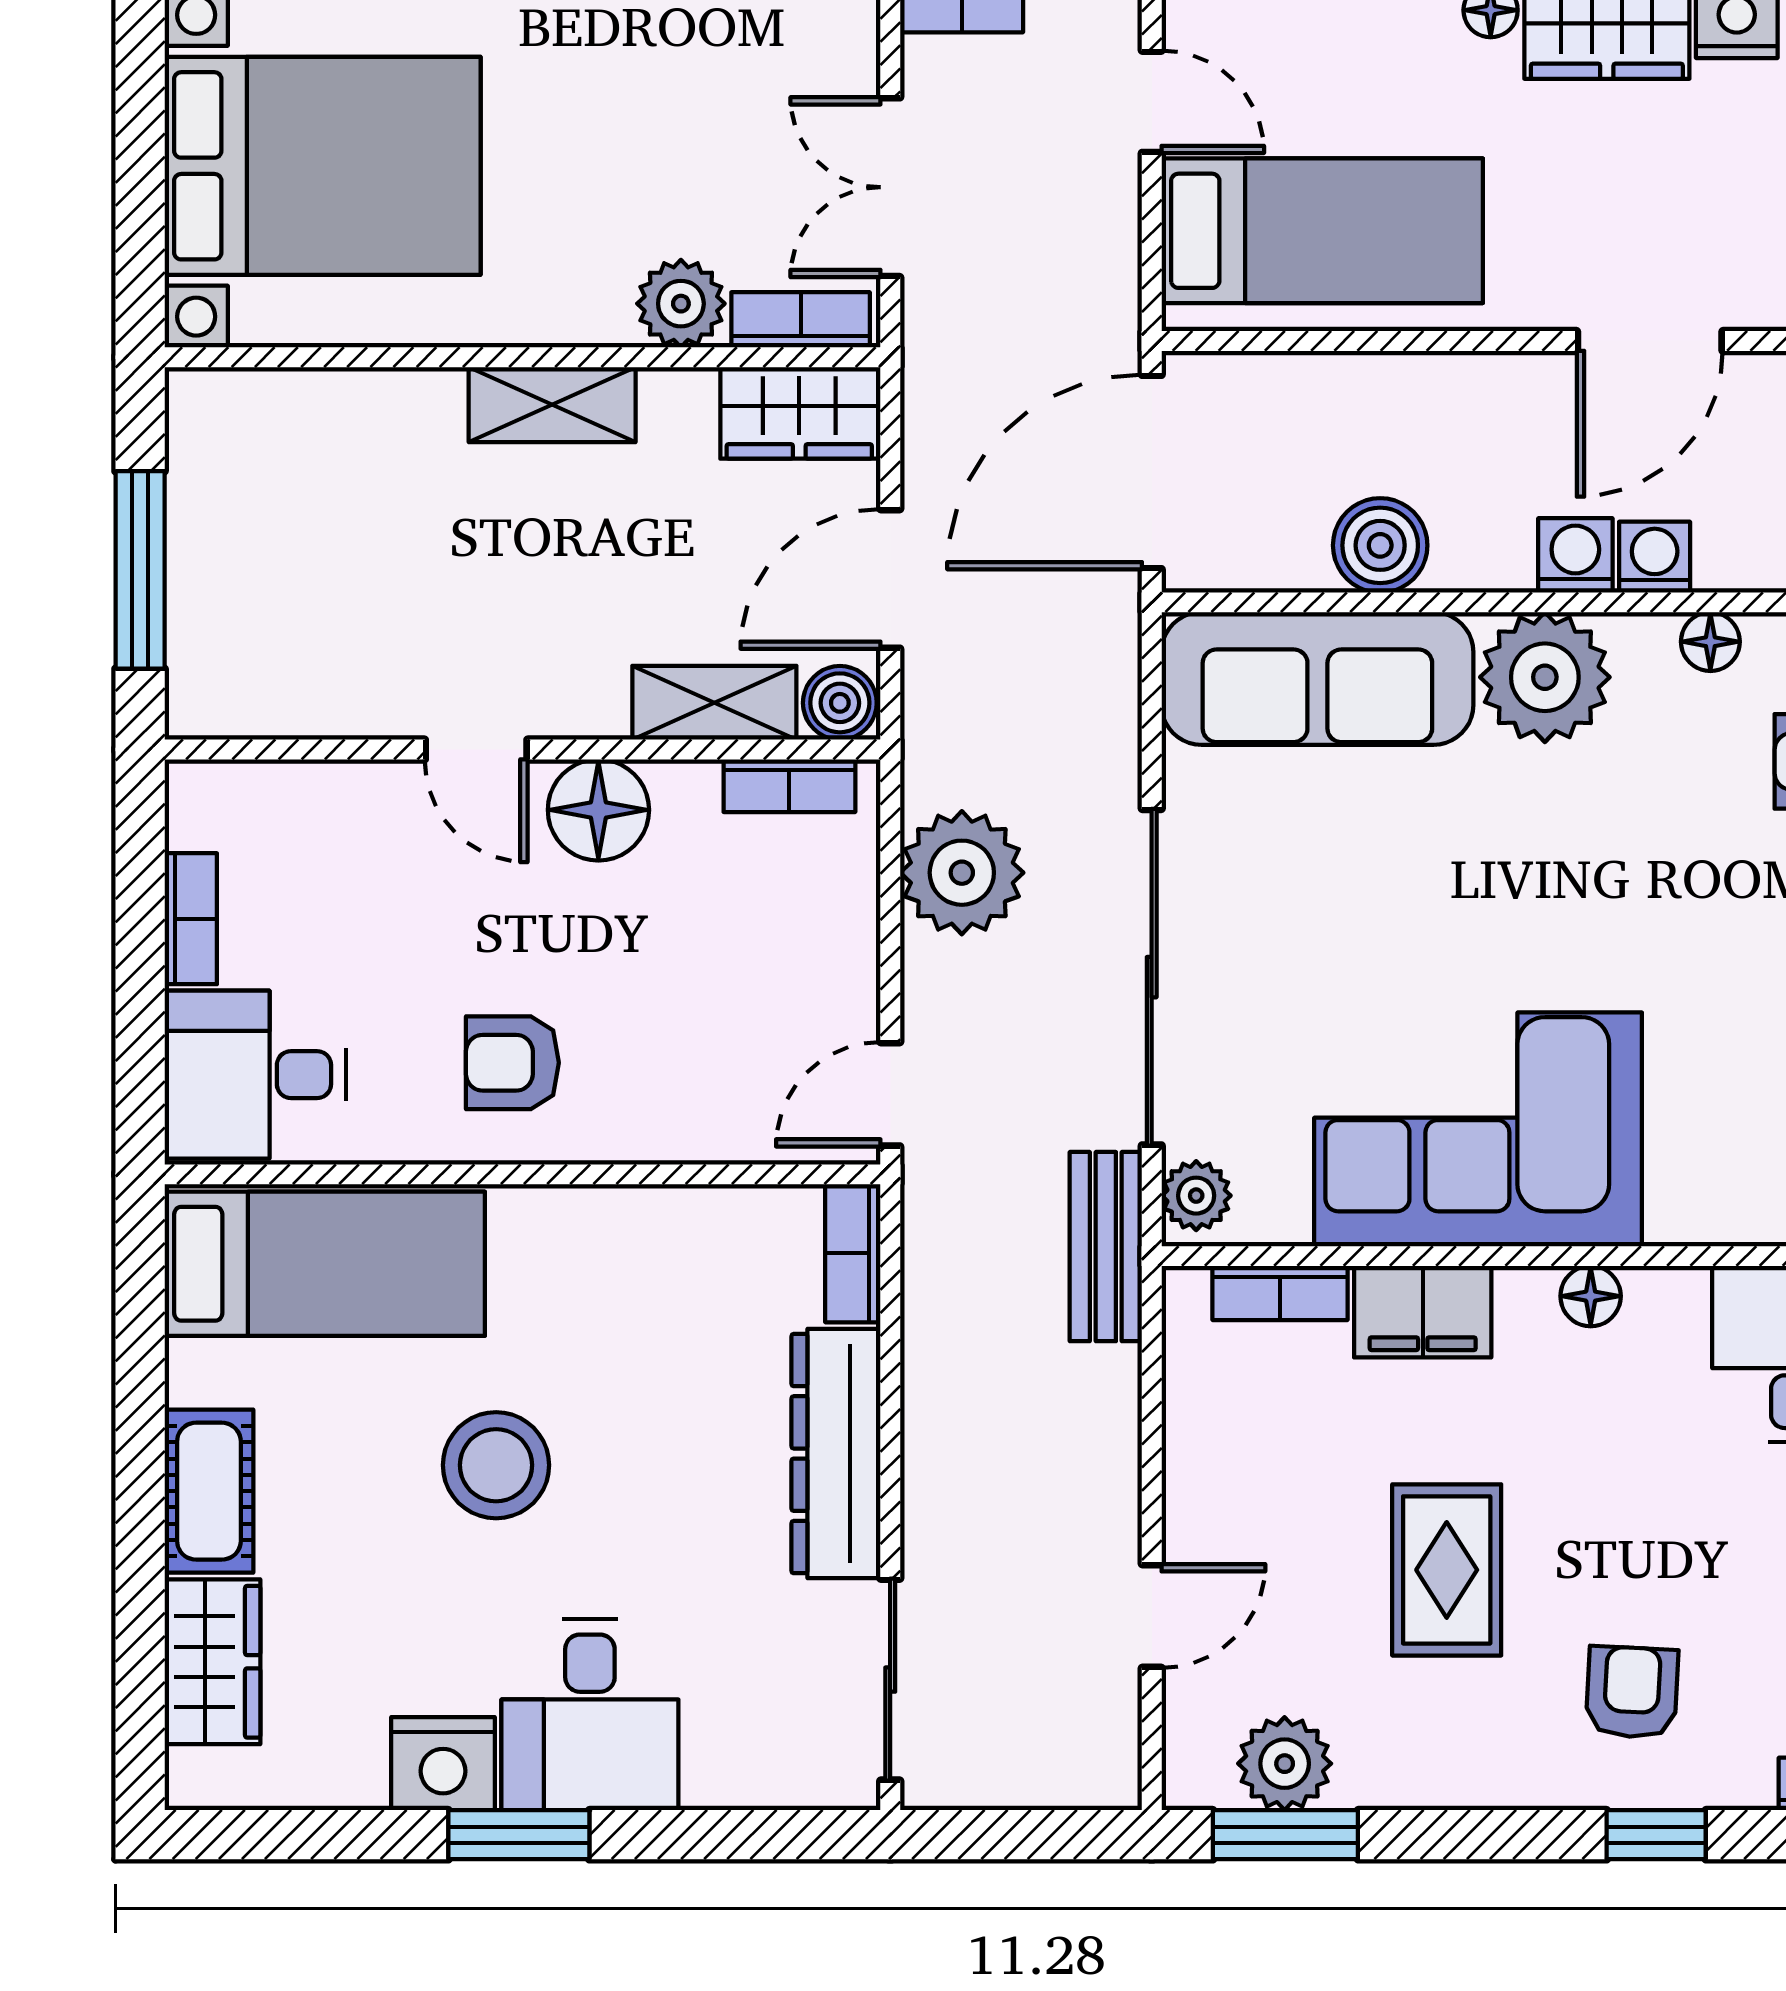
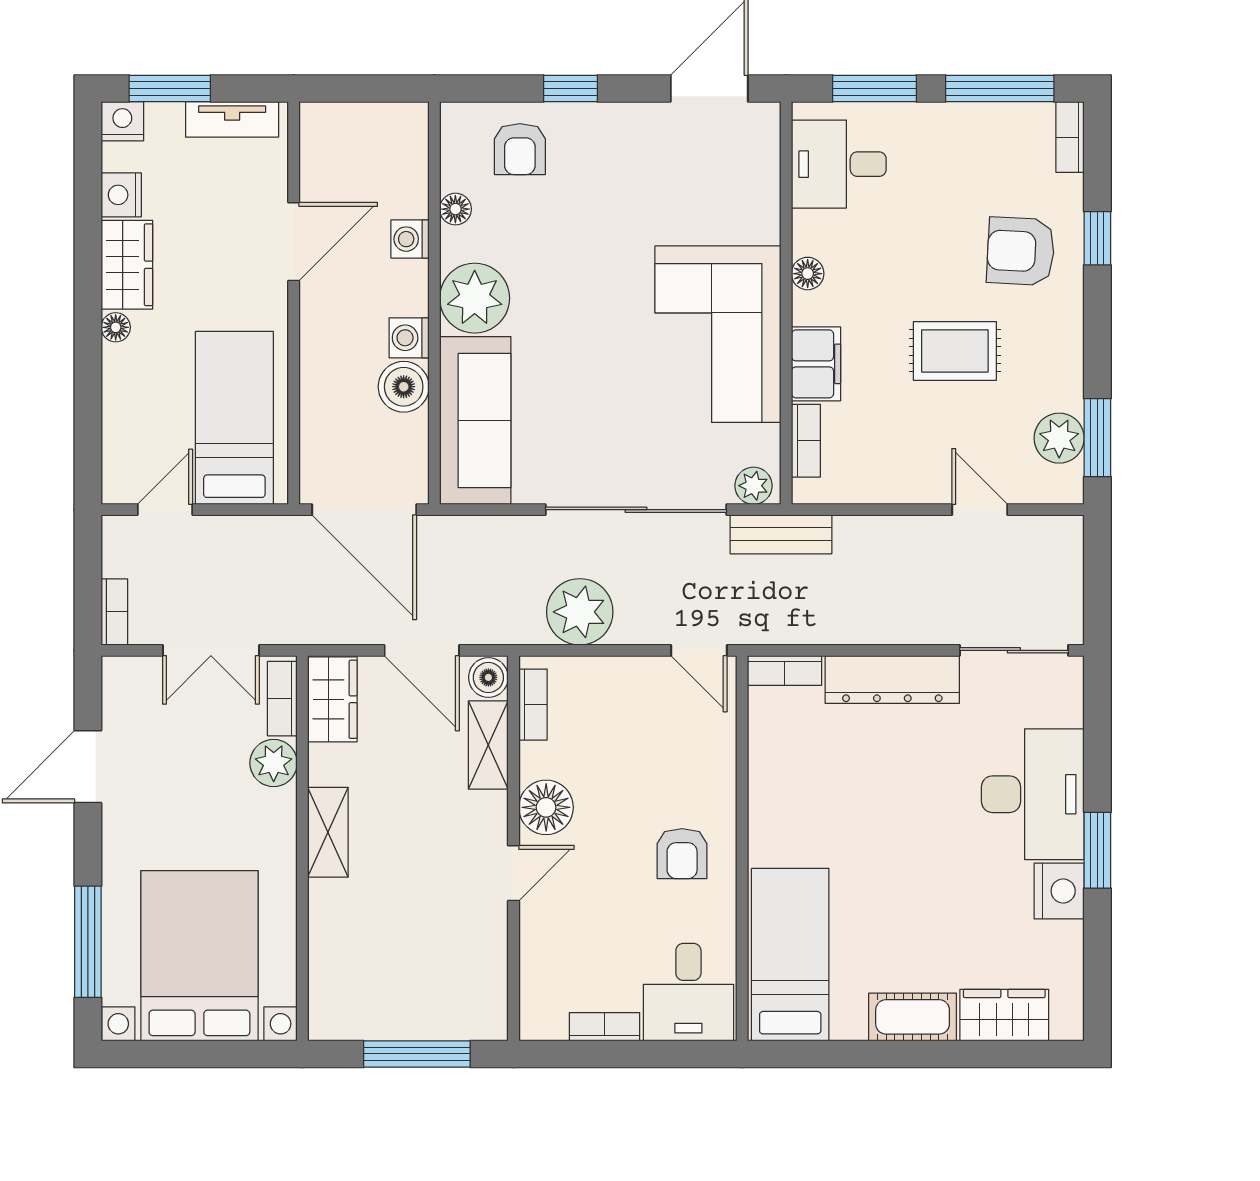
door: (1650, 341) -> (294, 242), hinge flipped
washing machine: (1575, 555) -> (409, 338), moved
stool: (496, 1465) -> (899, 862), removed
armchair: (1632, 1692) -> (1021, 251), width x1.38, depth x1.38
desk: (590, 1715) -> (1033, 794), width x1.37

